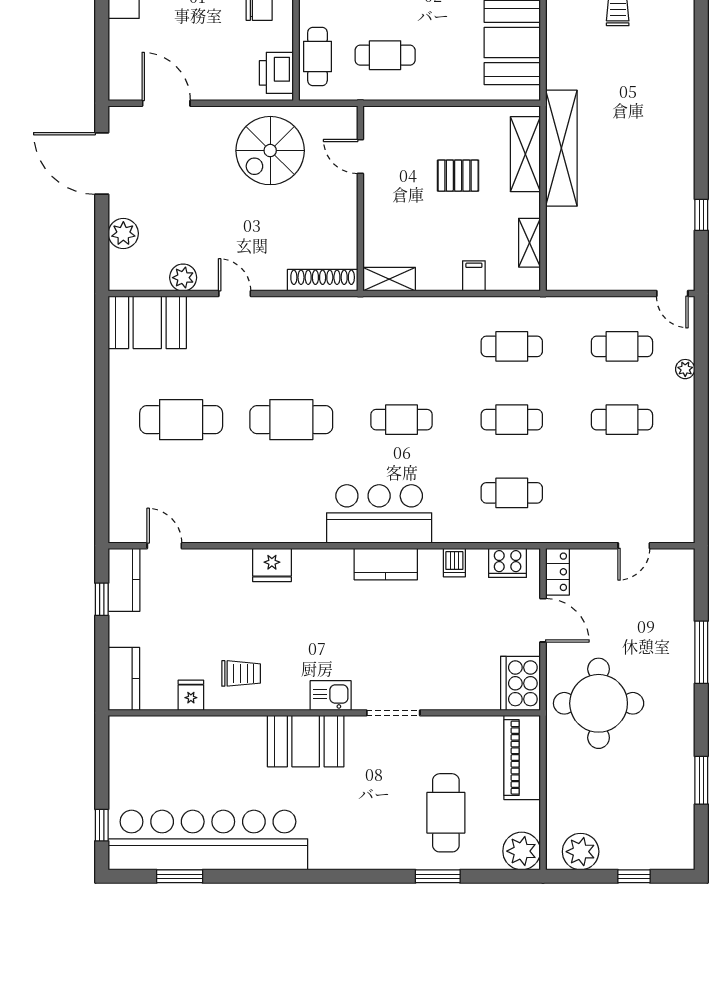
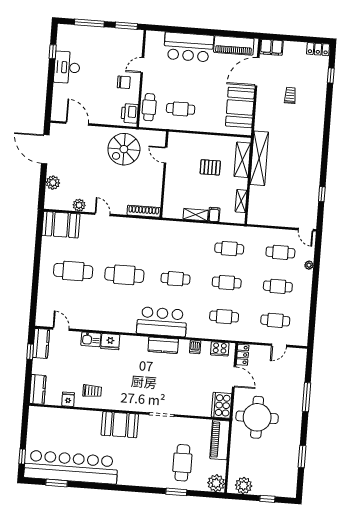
shelving: (389, 279) -> (196, 215), moved
cafe table: (622, 493) -> (275, 320), added
kitchen sink: (331, 696) -> (91, 339), moved, turned 180

